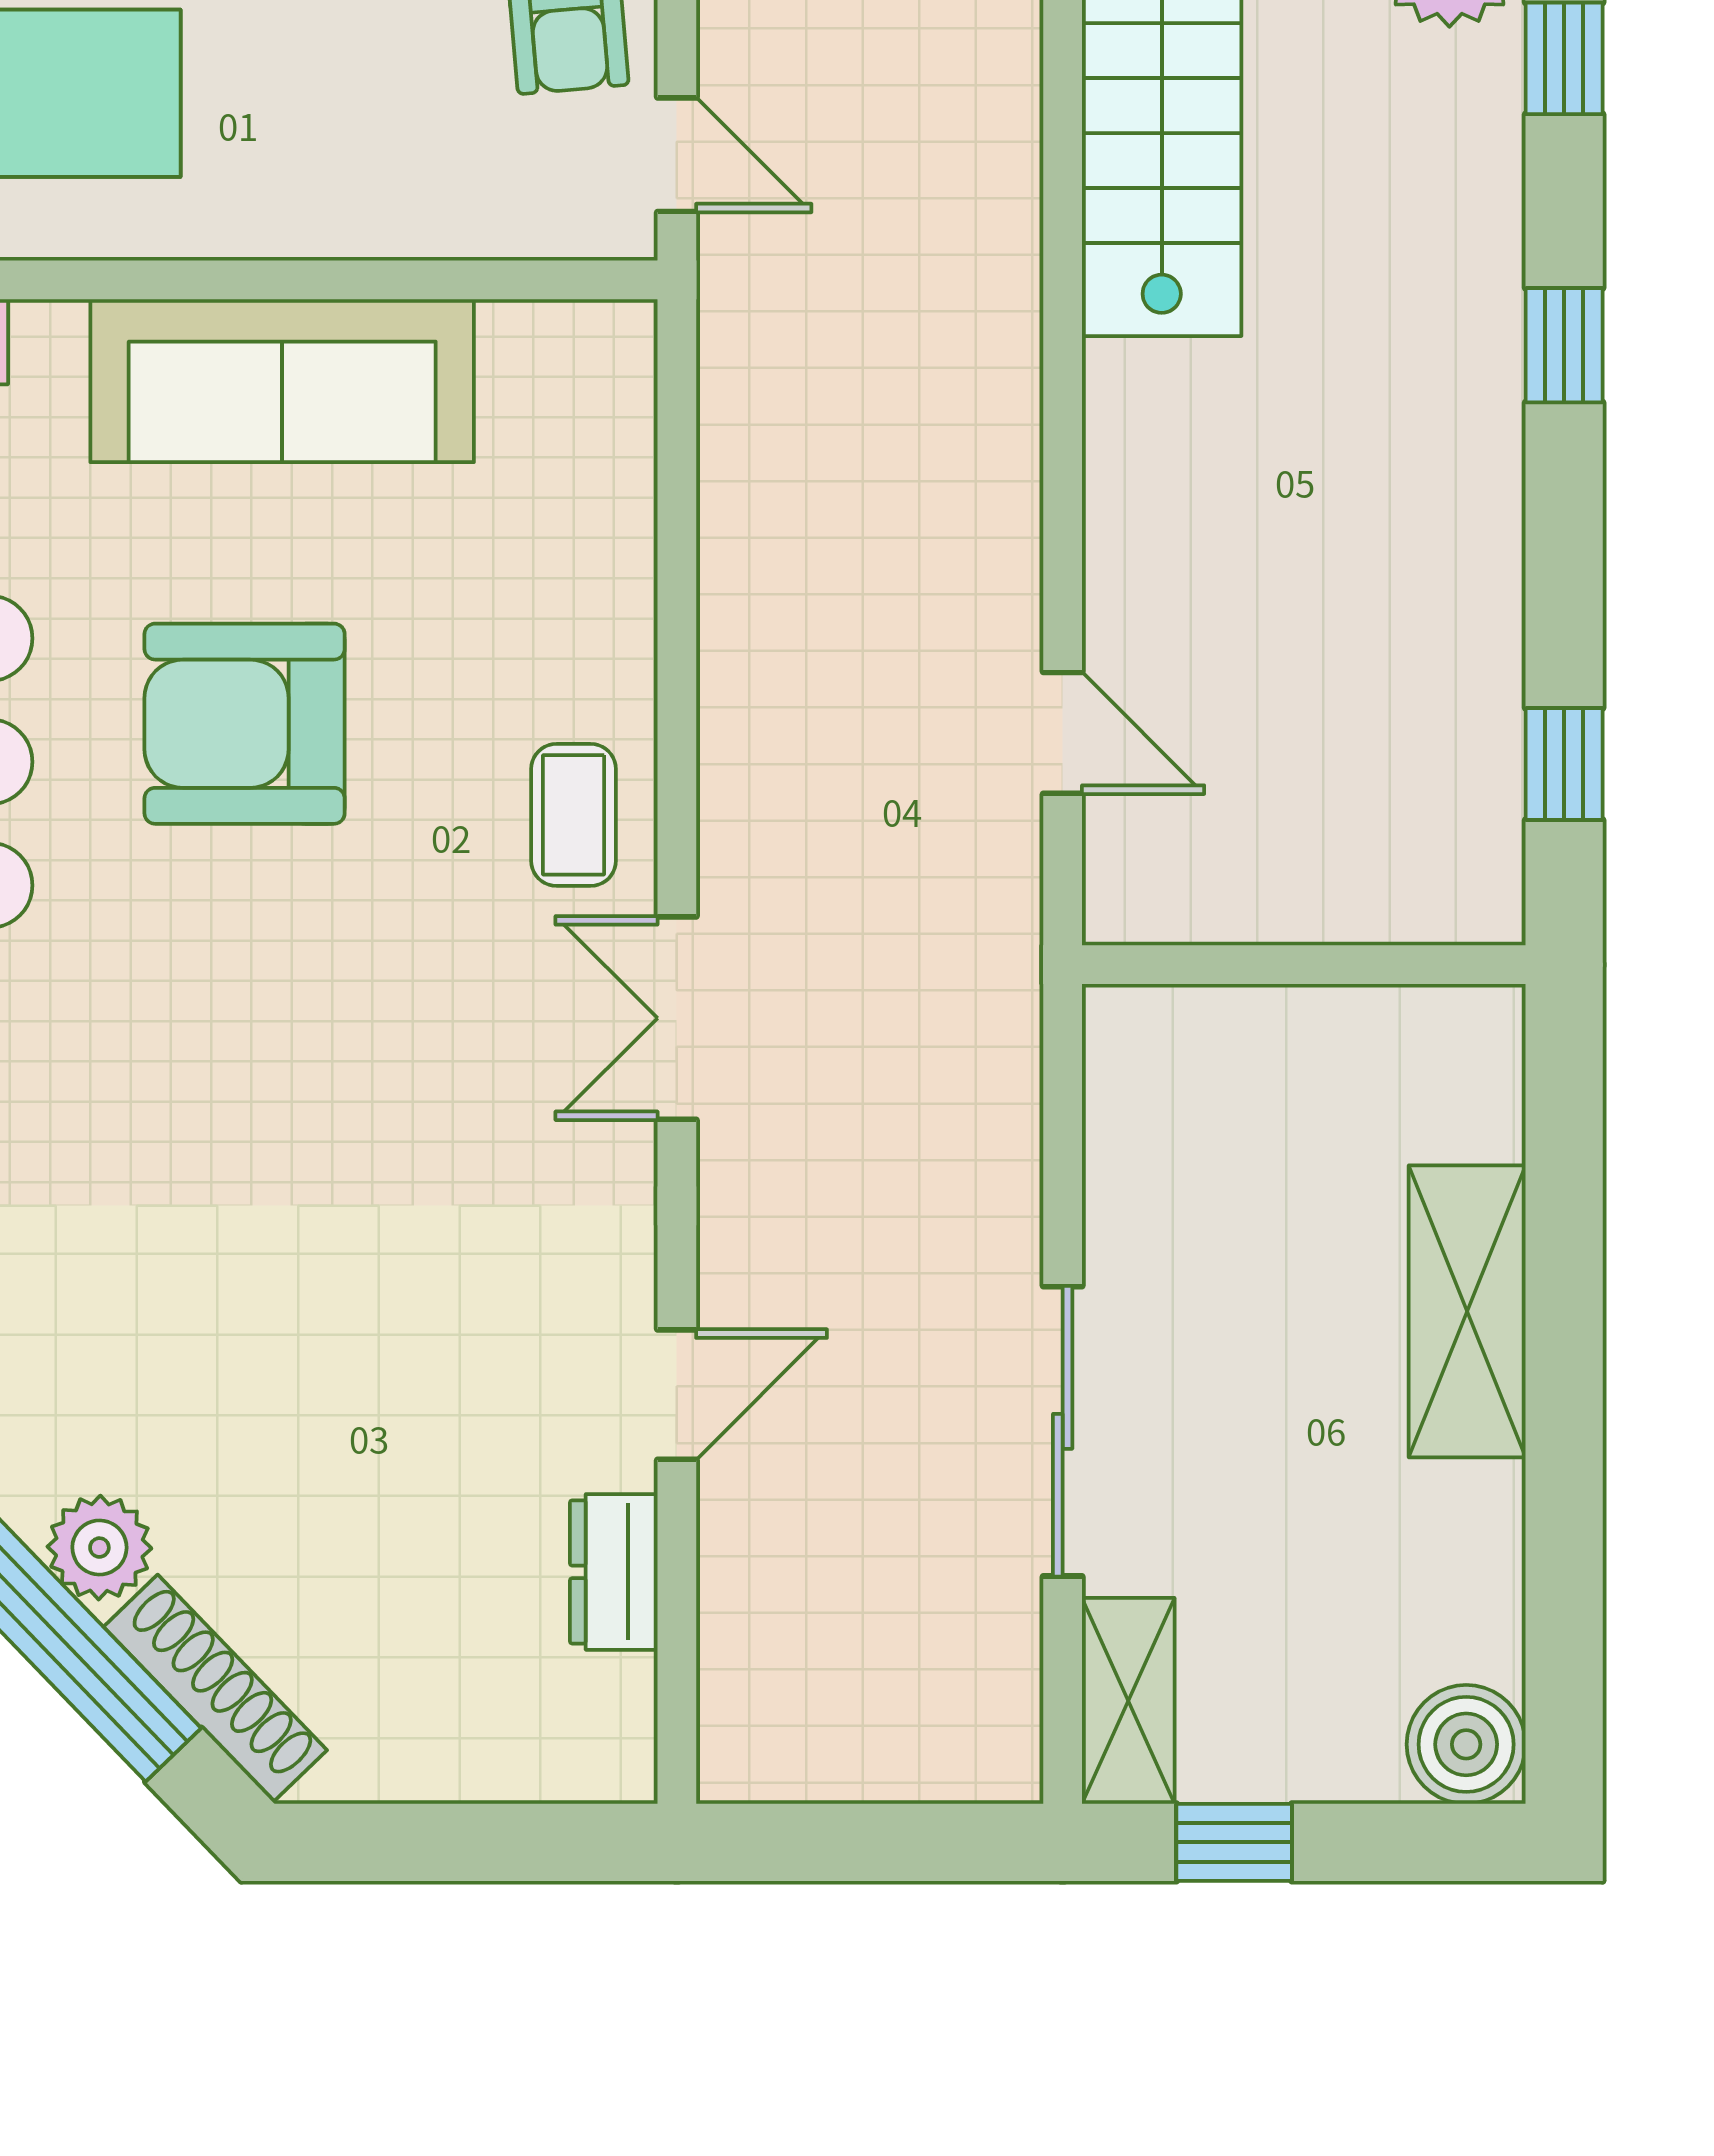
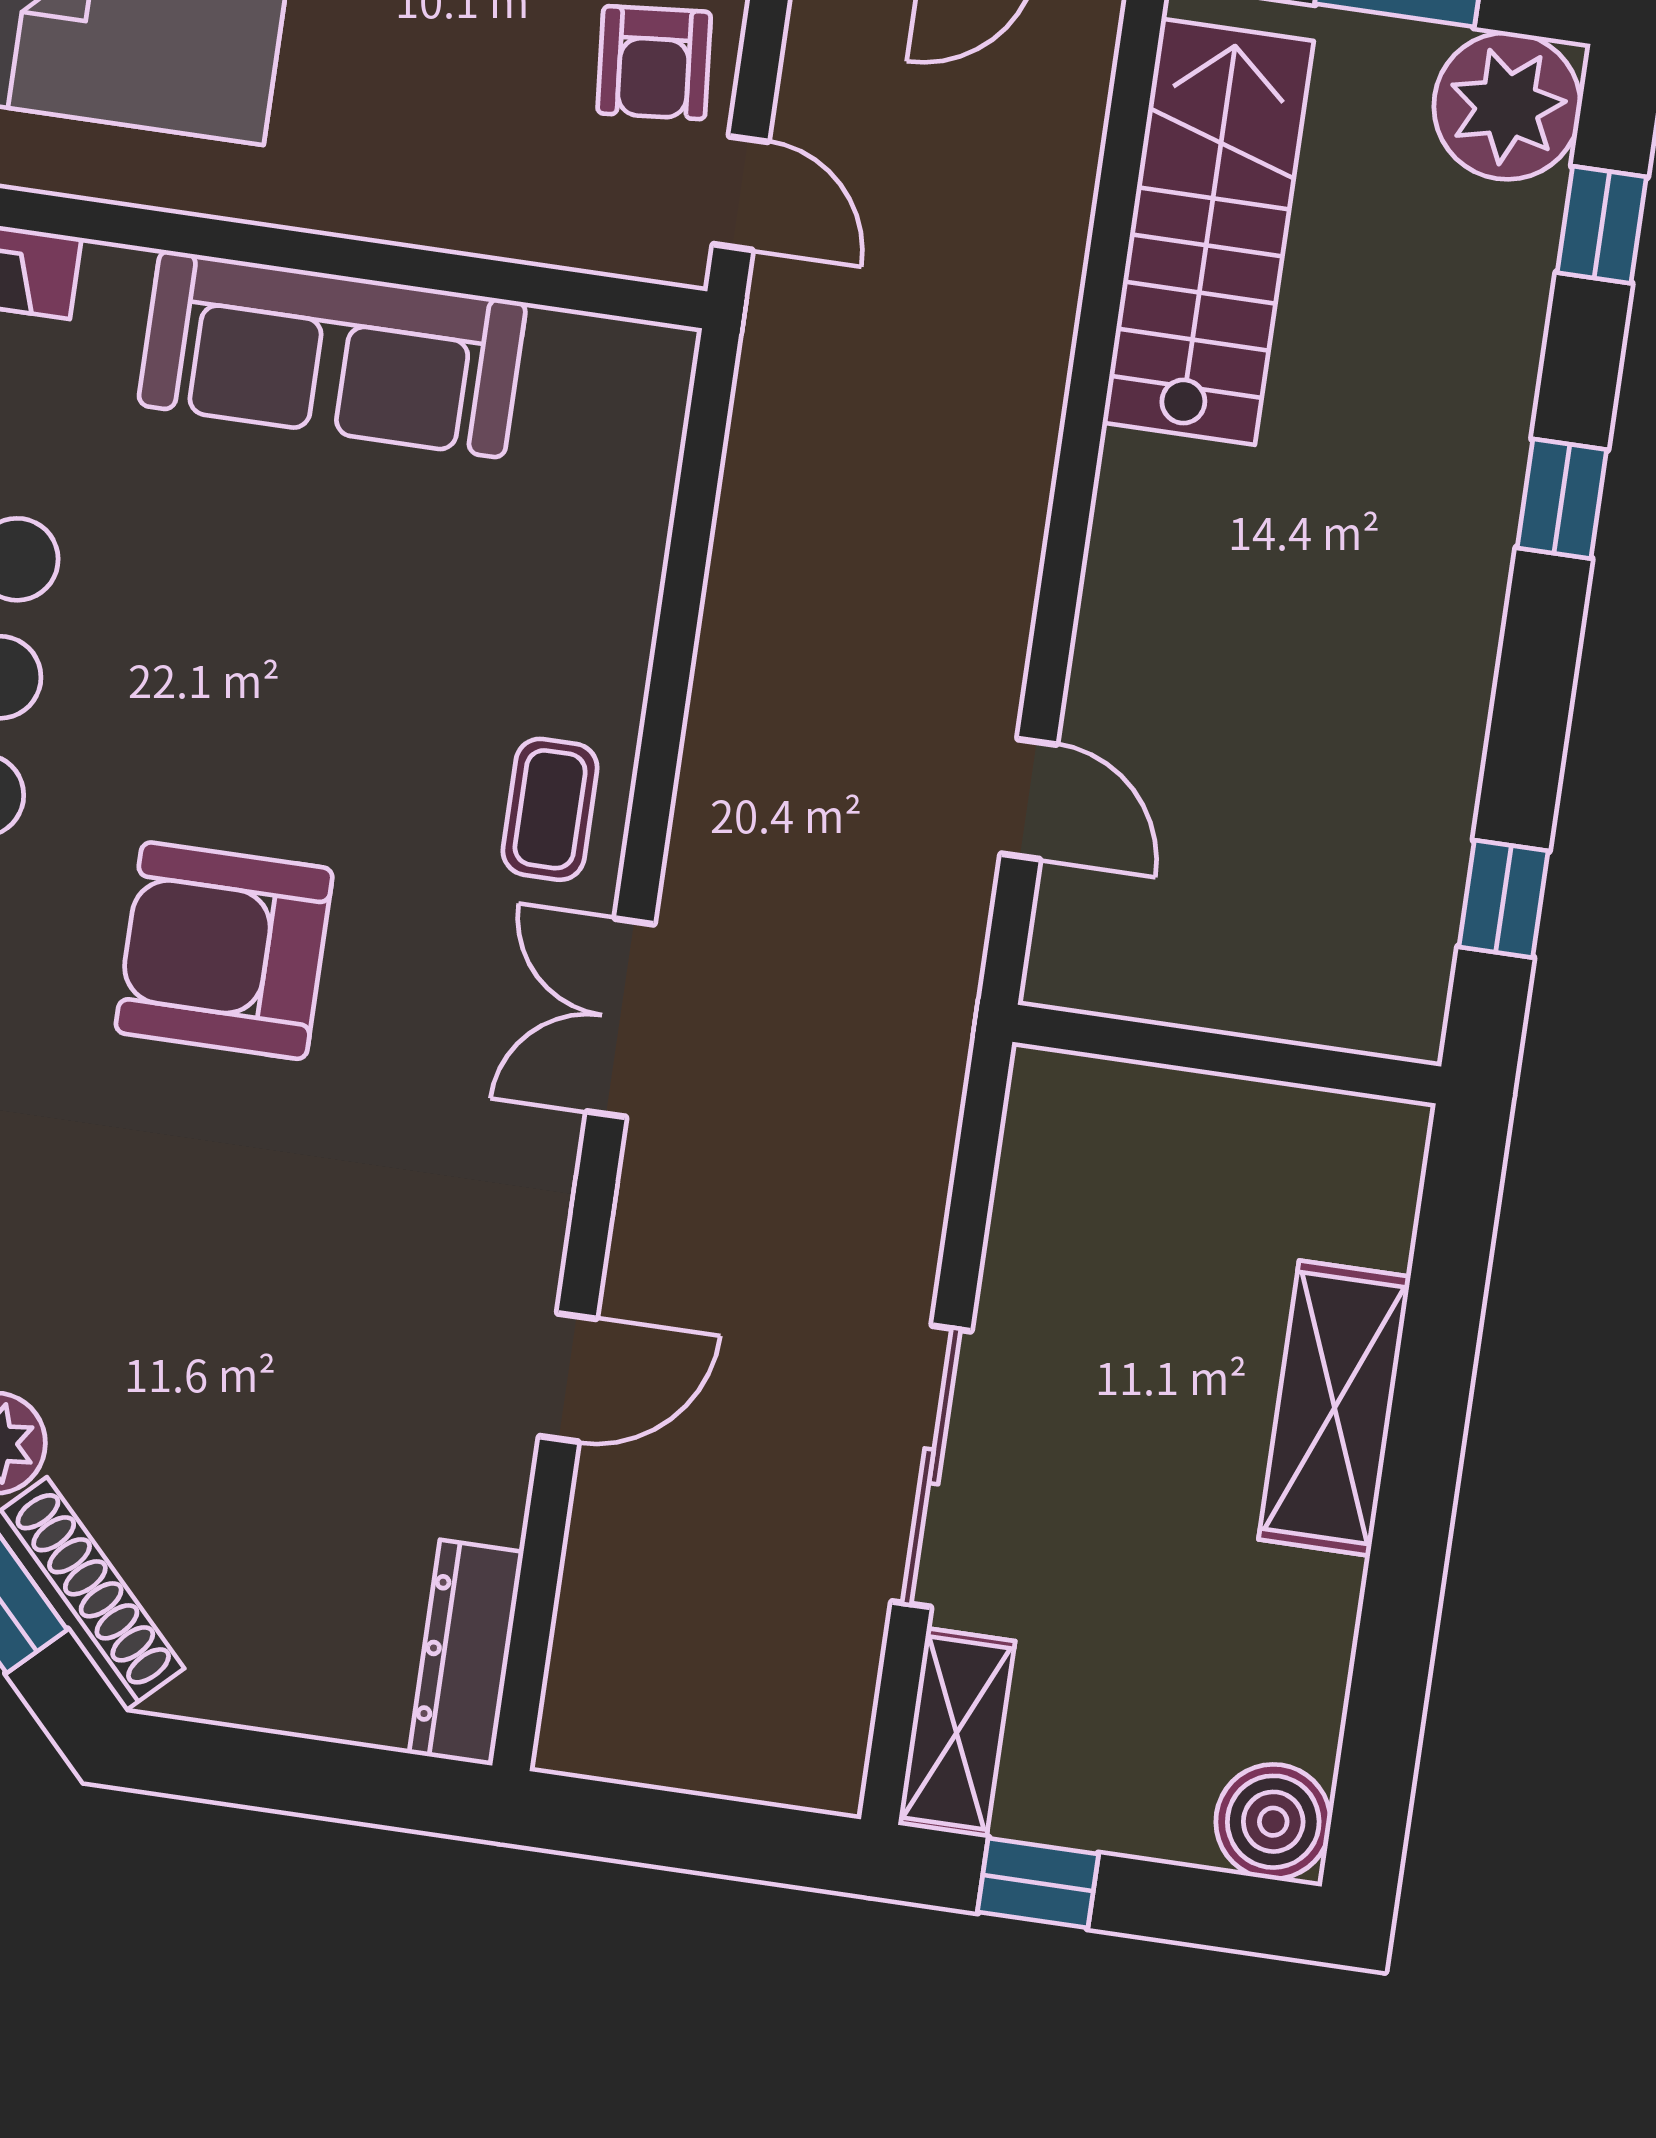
armchair: (245, 724) -> (224, 951), moved
dresser: (614, 1572) -> (466, 1653), moved, width x1.44

